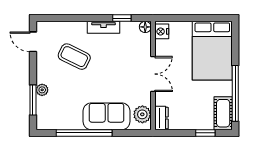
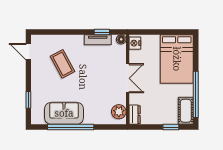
tv unit: (103, 27) -> (98, 40), moved
coffee table: (74, 57) -> (62, 64), turned 36
plant: (42, 90) -> (36, 91), removed
window: (33, 100) -> (28, 100), width x0.67
sofa: (107, 116) -> (64, 113), moved

